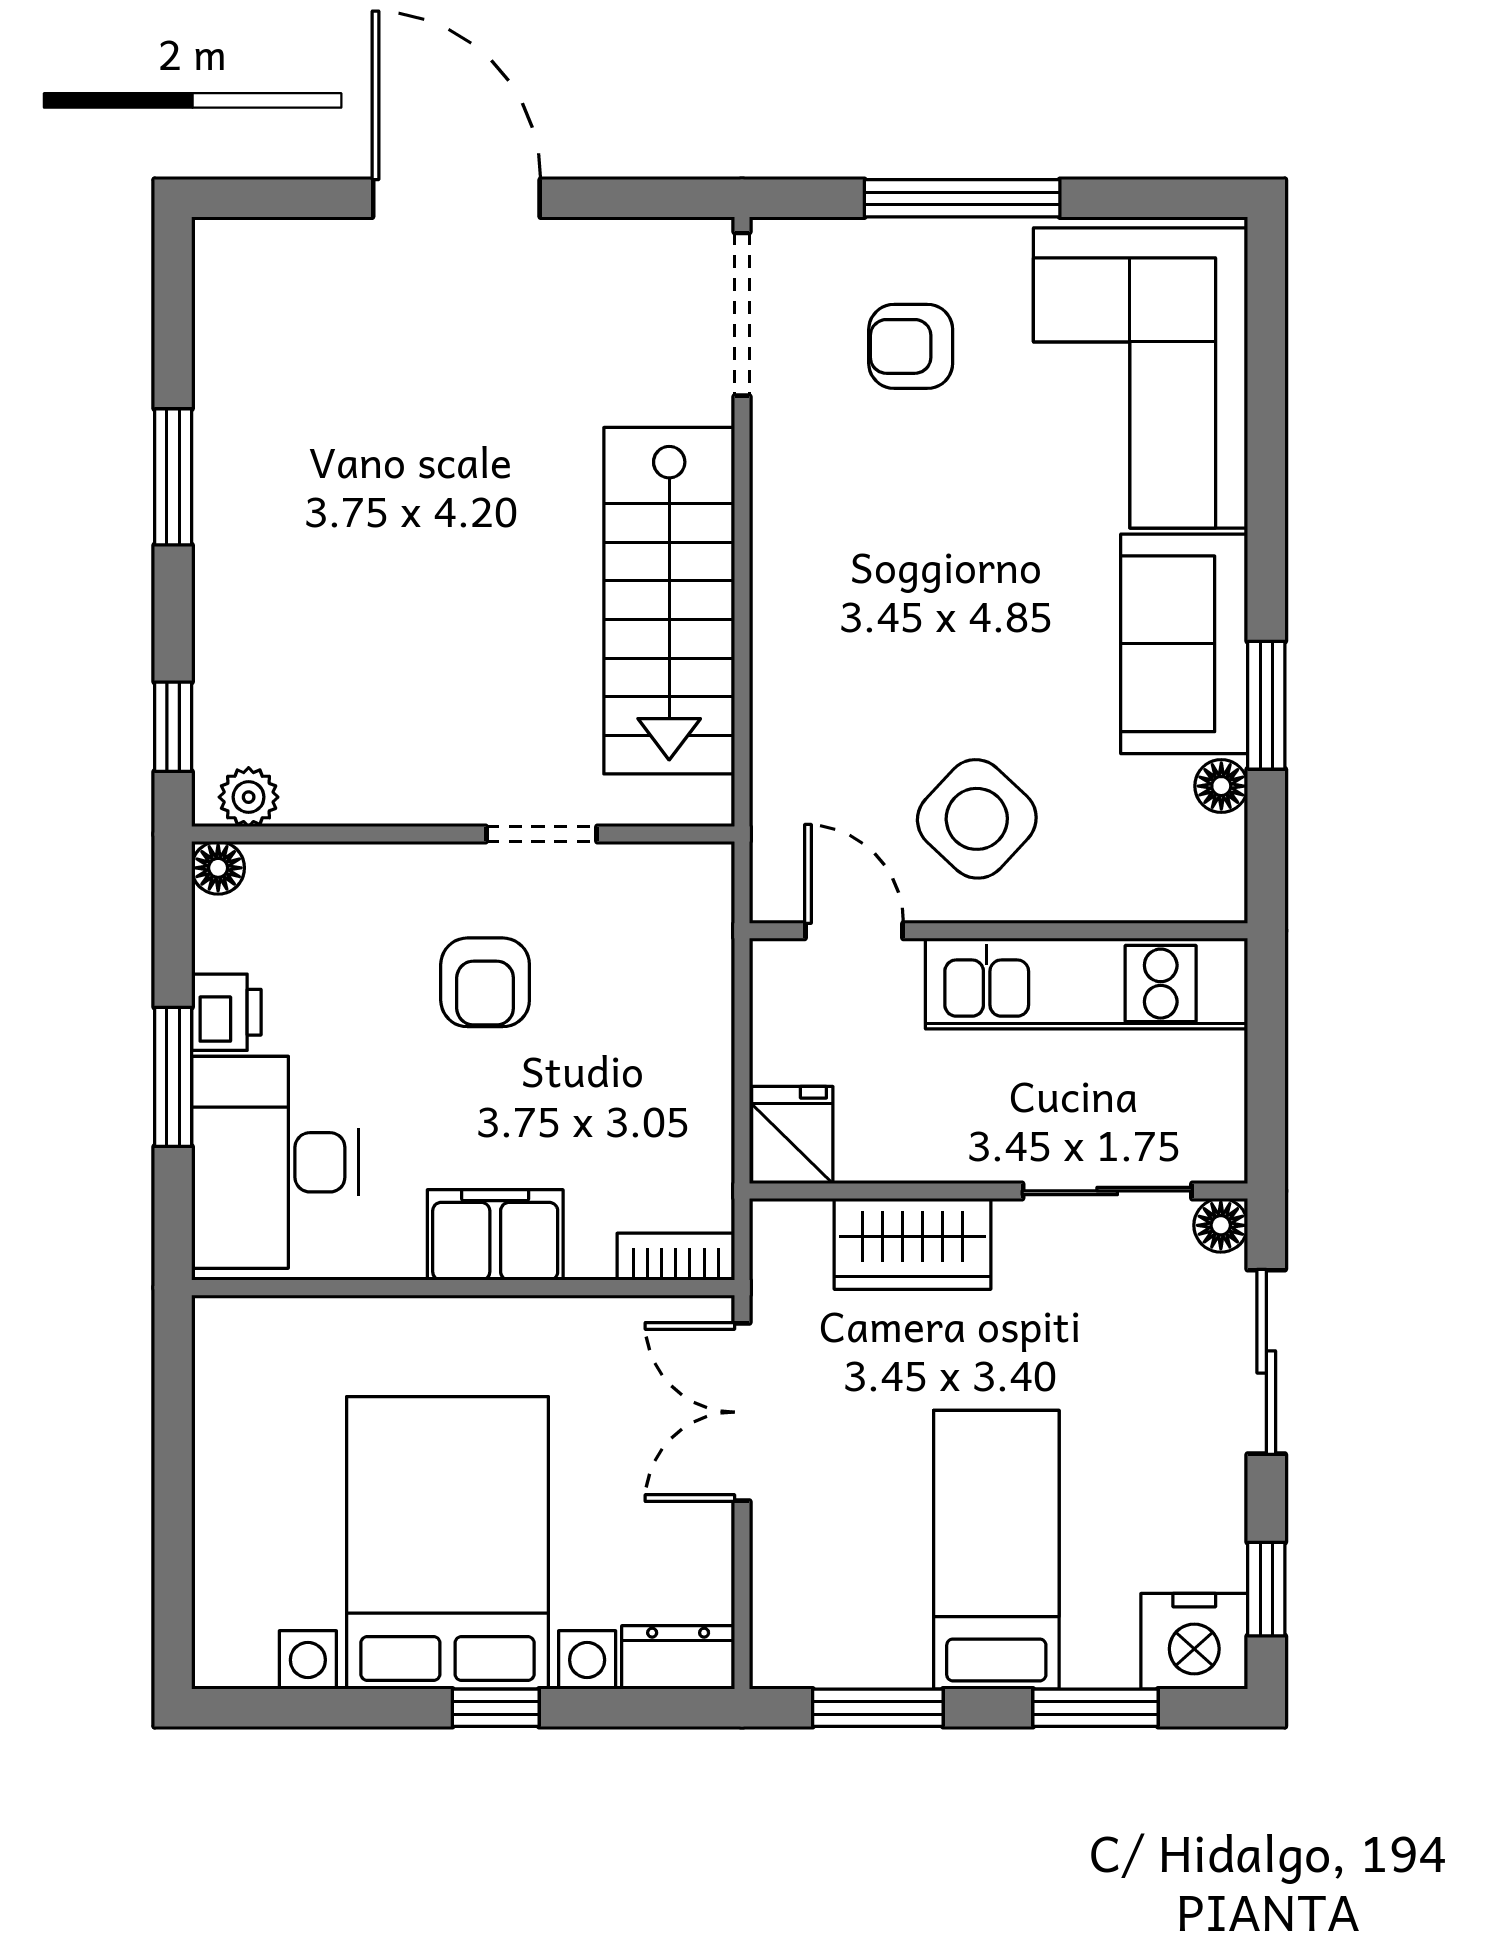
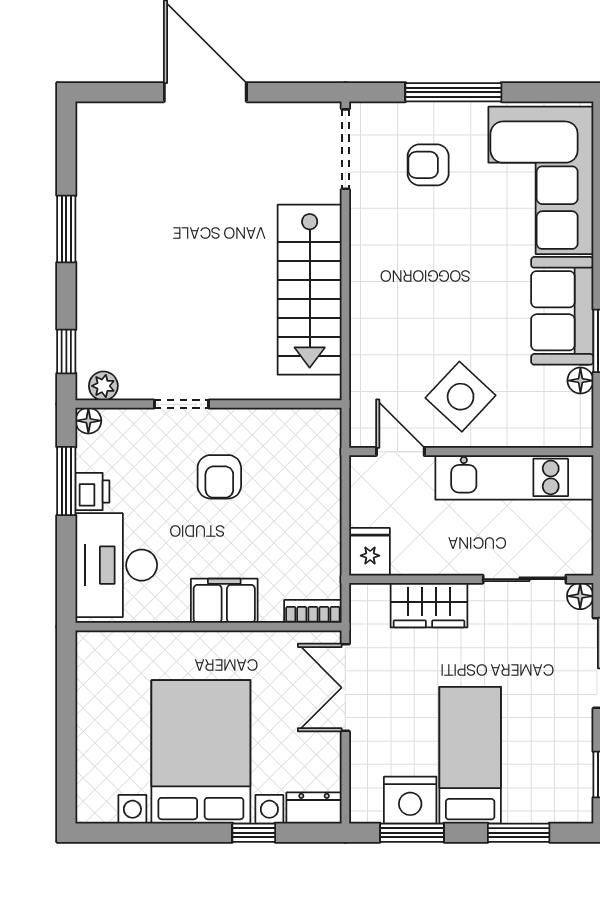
doorway: (542, 834) -> (181, 404), moved
window: (173, 1077) -> (66, 481), moved
nightstand: (1194, 1641) -> (410, 800), moved
window: (496, 1708) -> (254, 833), moved

